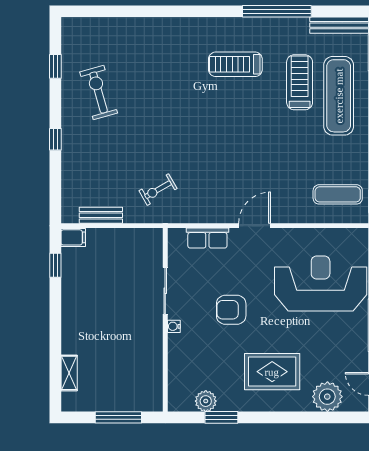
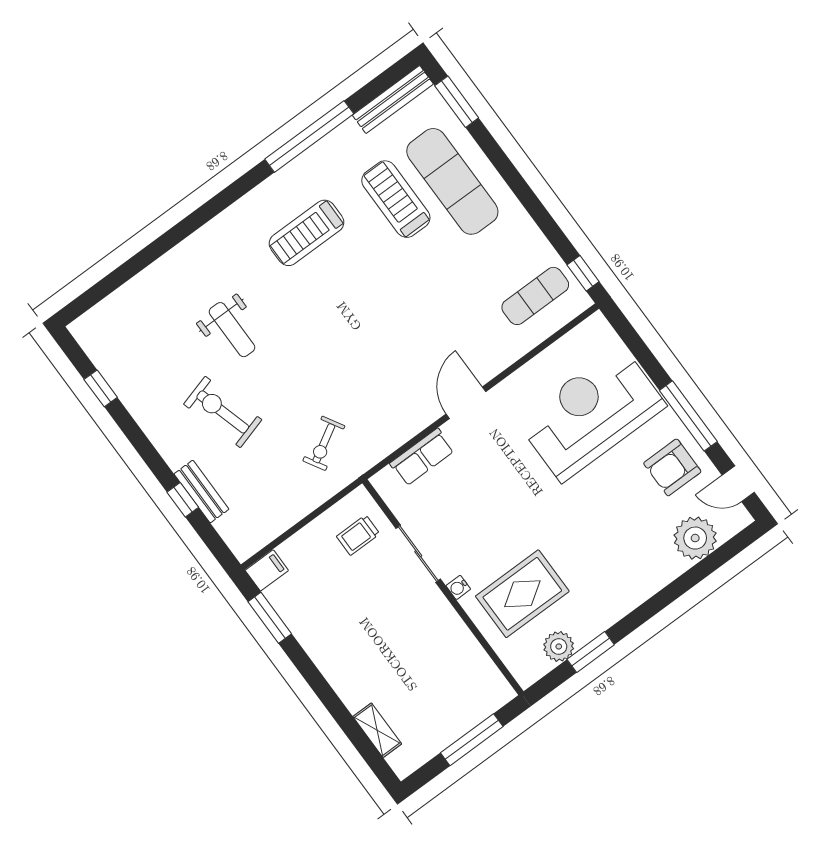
weight bench: (153, 88) -> (232, 330), added
exercise bike: (99, 93) -> (223, 412), moved
window: (55, 139) -> (183, 500), moved
bench: (101, 215) -> (201, 492), moved, turned 90
trolley: (139, 255) -> (358, 535), added
window: (55, 265) -> (270, 618), width x1.50
armchair: (231, 310) -> (672, 467), moved
rug: (272, 372) -> (522, 594), moved

